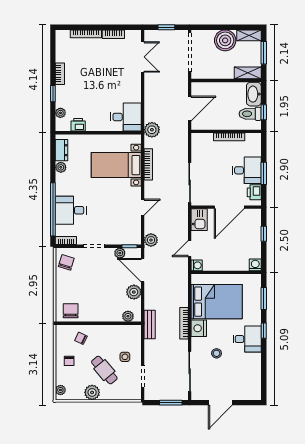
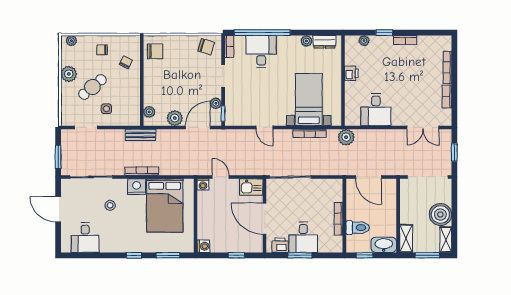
toilet: (250, 114) -> (358, 228), moved, turned 90
desk: (126, 117) -> (376, 110), moved
printer: (78, 125) -> (351, 73), moved
plant: (151, 240) -> (230, 136), removed
desk: (247, 339) -> (85, 238), moved

